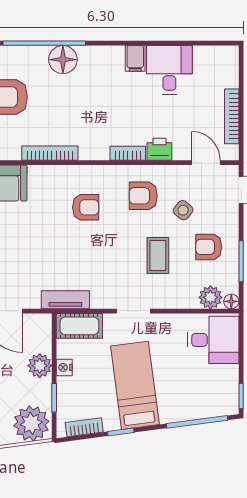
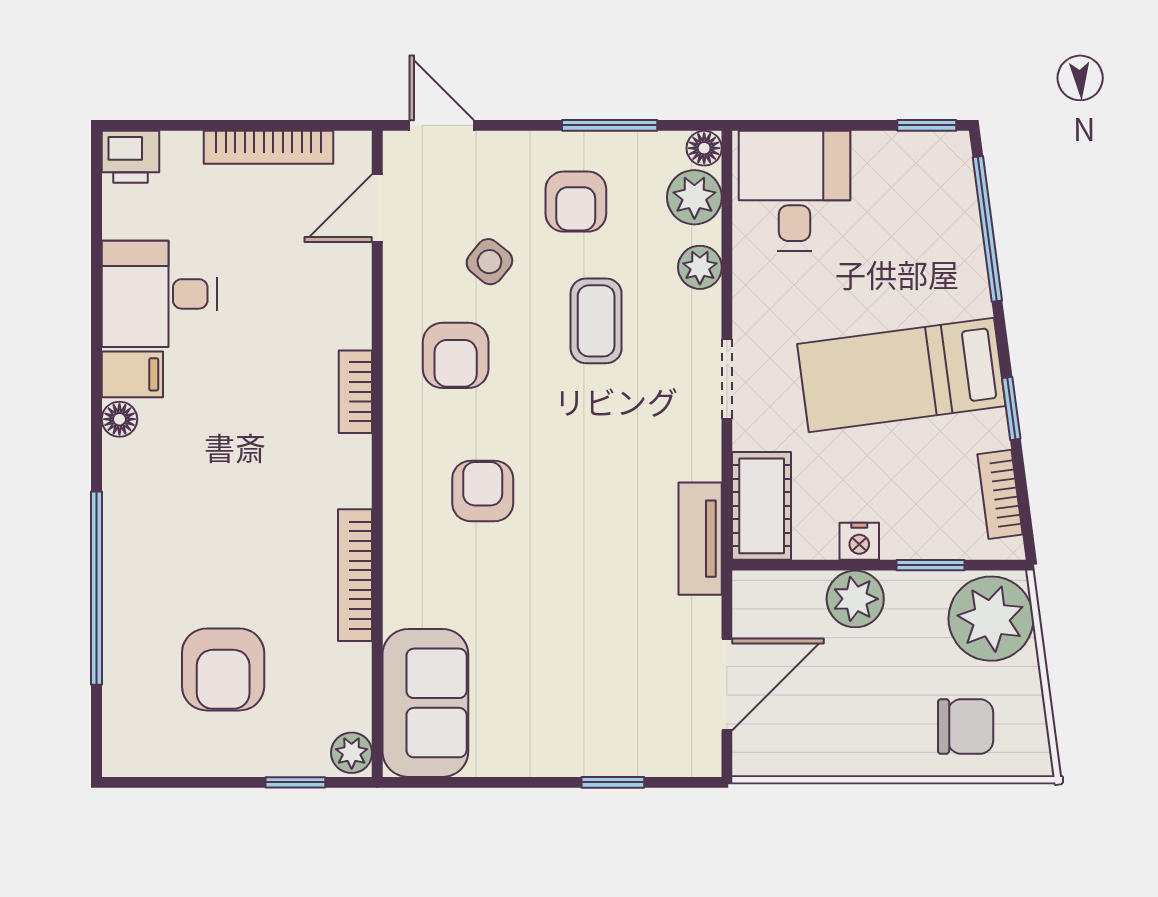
floor lamp: (63, 60) -> (119, 419), moved, width x0.53, depth x0.53
printer: (159, 149) -> (130, 157), moved, turned -90
coffee table: (158, 256) -> (596, 321), turned 90
plant: (181, 300) -> (700, 267), added

